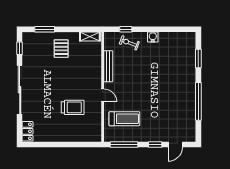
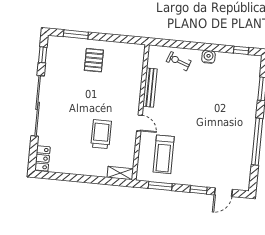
window: (126, 29) -> (241, 50), moved
shelving: (90, 37) -> (120, 173), moved
trolley: (73, 107) -> (101, 134), turned -90
treadmill: (124, 119) -> (164, 154), turned 90
window: (124, 144) -> (160, 186), width x0.69

